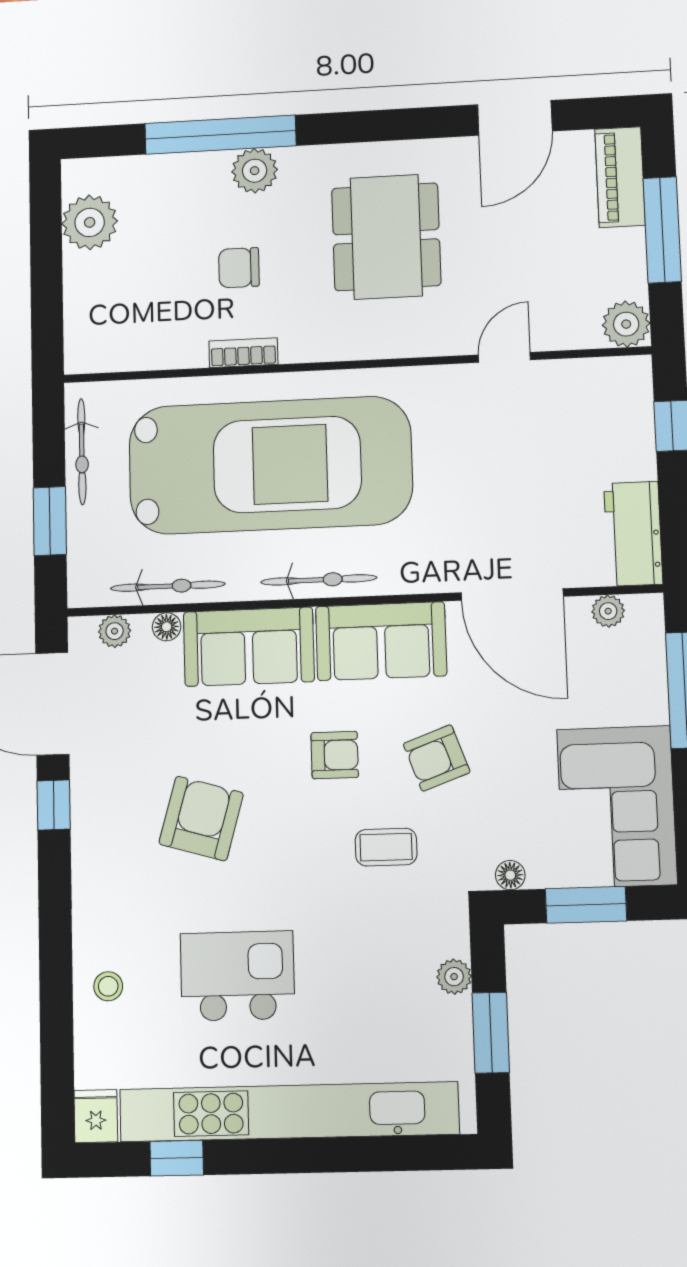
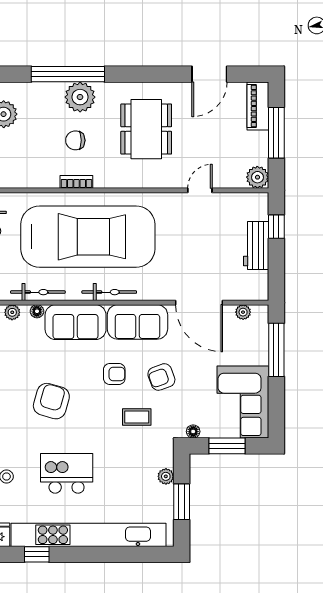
plant: (255, 171) -> (80, 97), width x1.36, depth x1.36
workbench: (633, 534) -> (256, 245), moved

